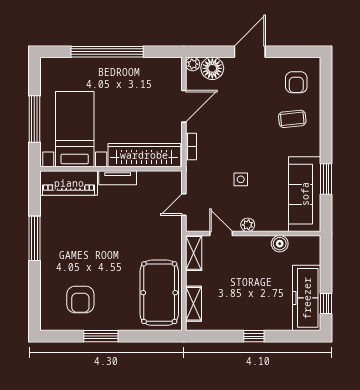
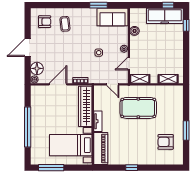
door: (250, 52) -> (28, 48), hinge flipped
door: (184, 106) -> (58, 84), hinge flipped
window: (34, 119) -> (51, 168), moved
sofa: (305, 194) -> (113, 17), width x0.73
window: (34, 238) -> (132, 168), width x0.46
pool table: (159, 293) -> (138, 108), moved
armchair: (80, 299) -> (166, 142), turned 180
window: (254, 336) -> (186, 25), moved

